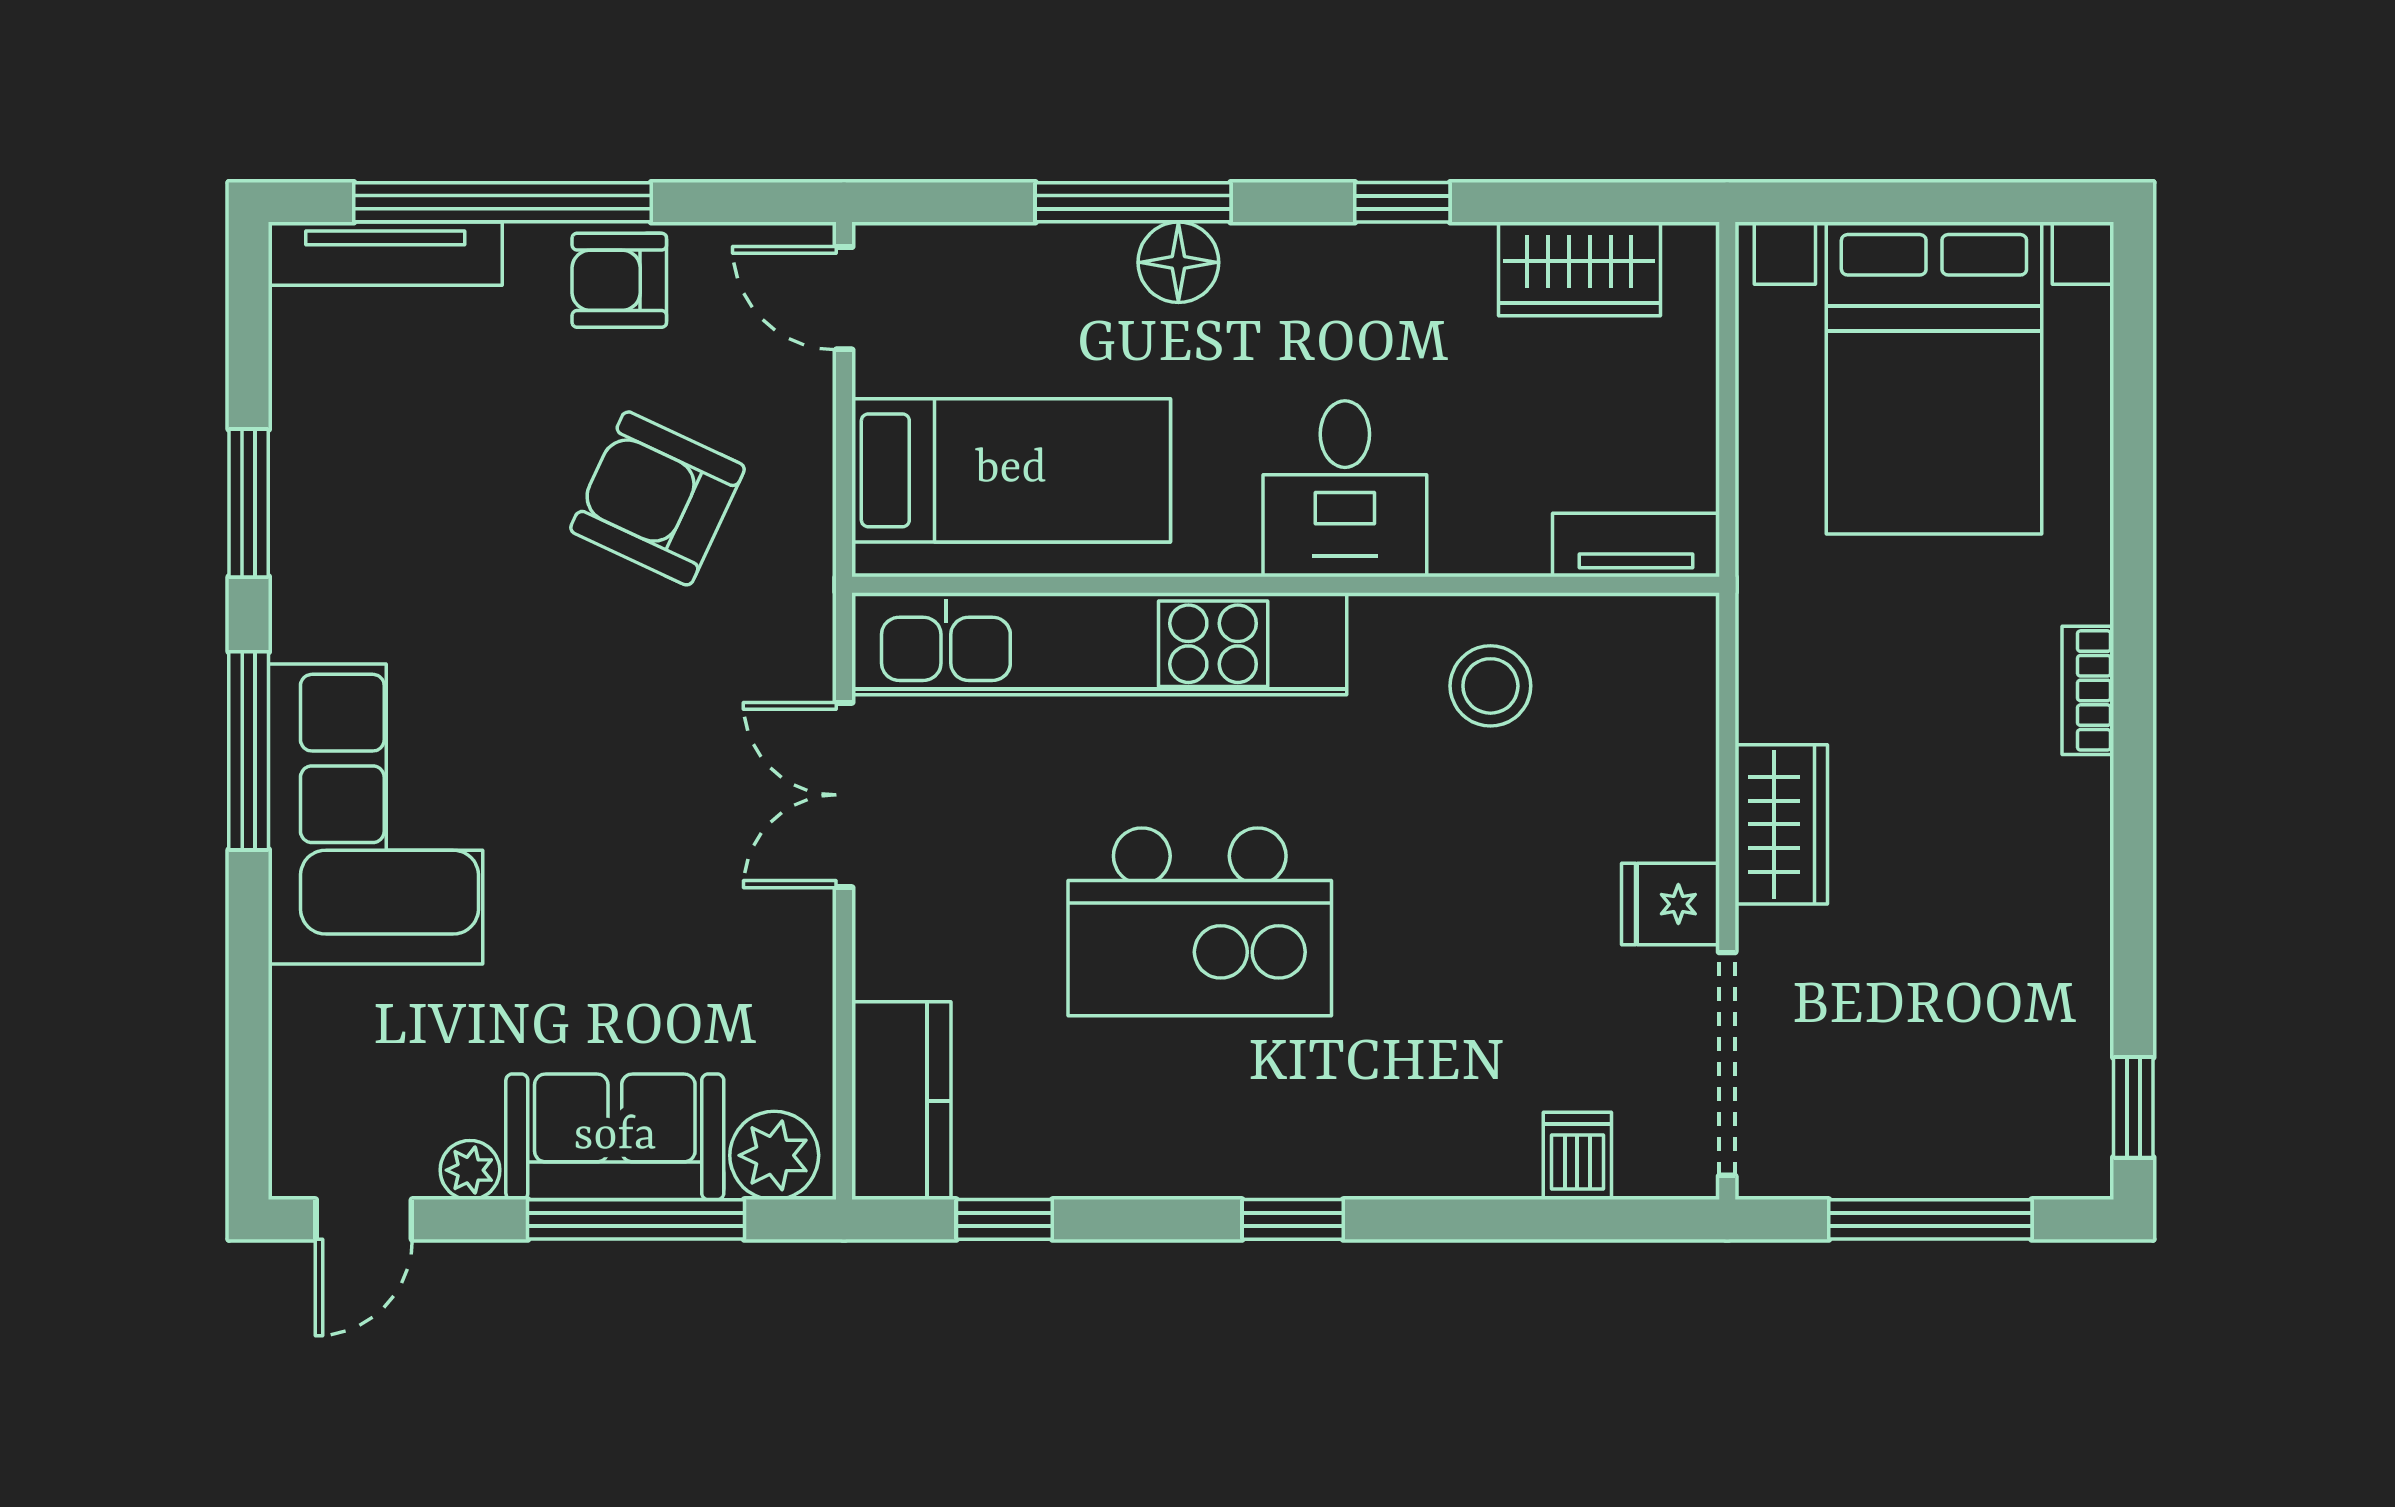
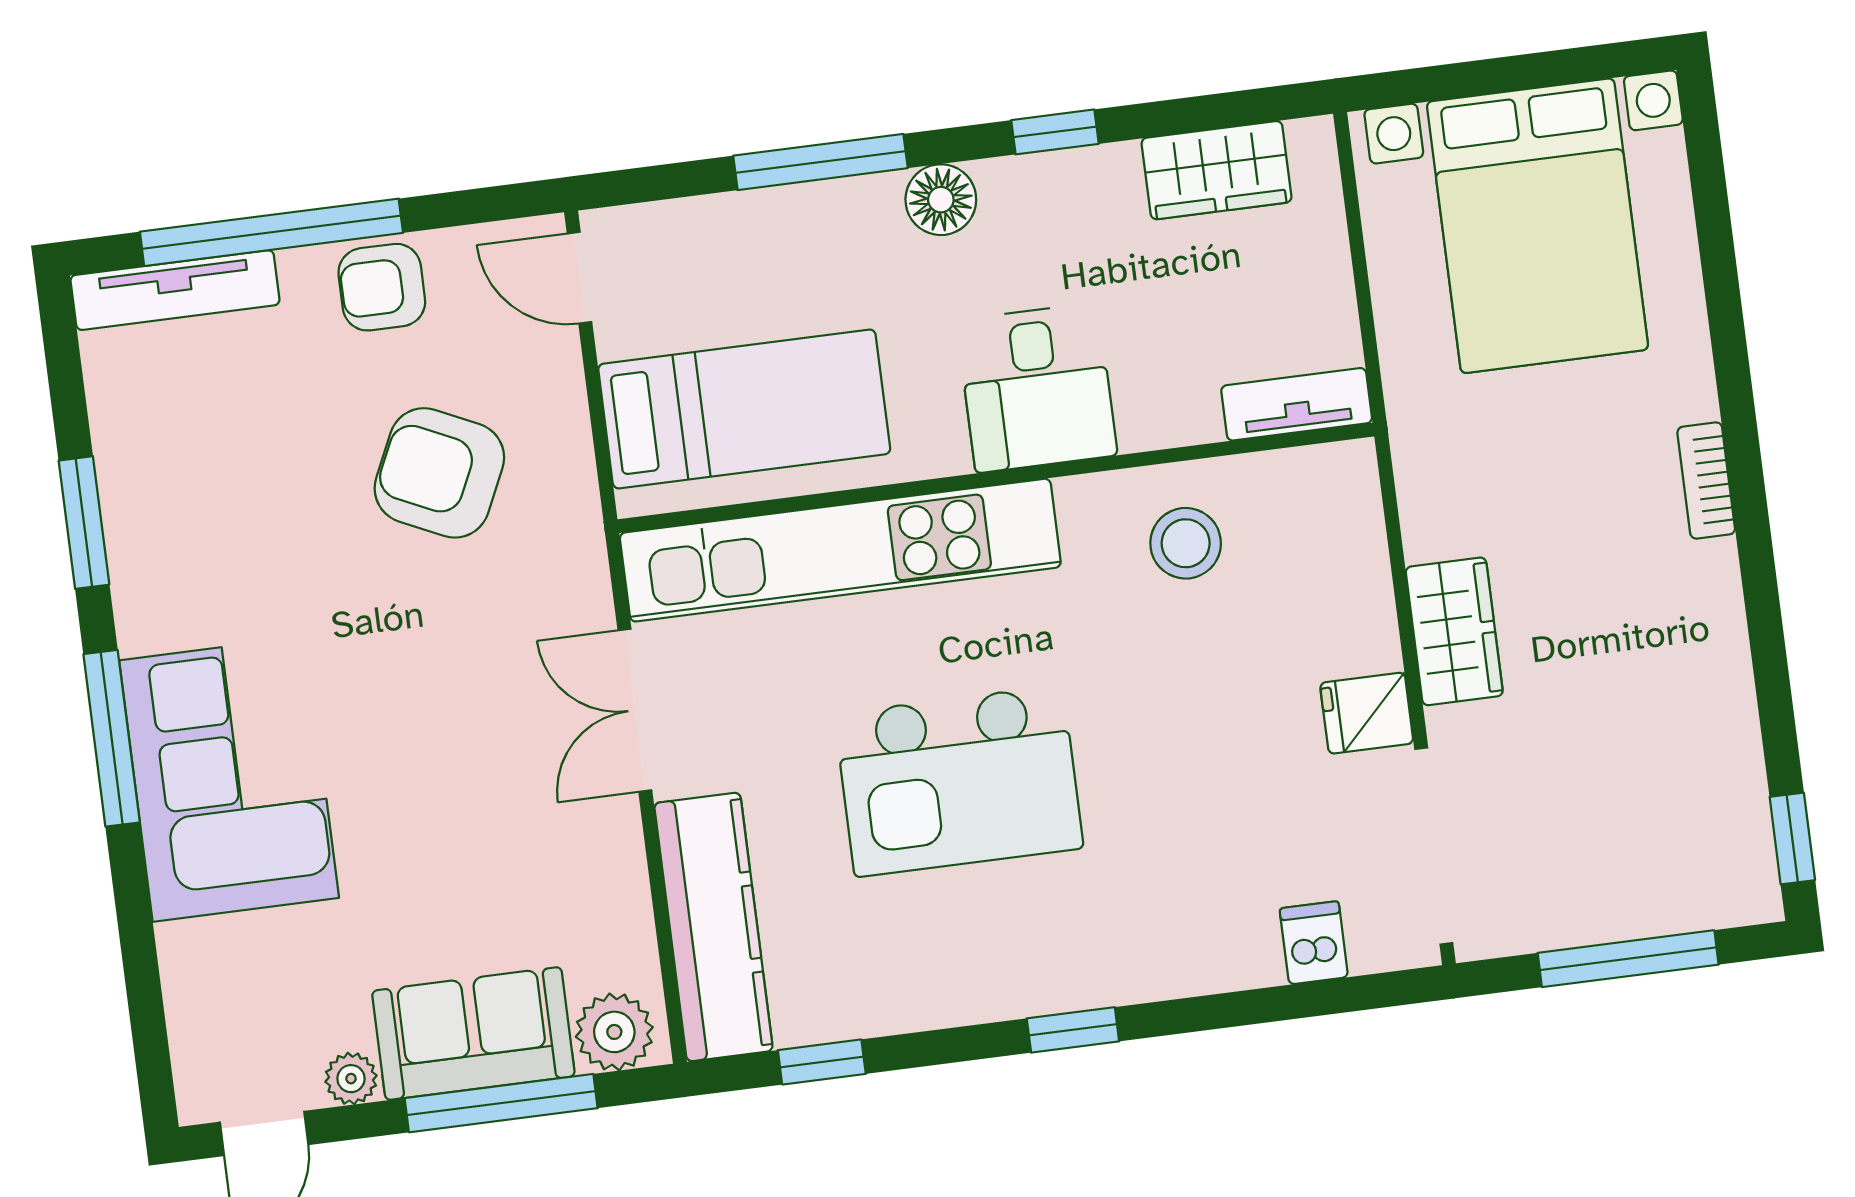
floor lamp: (1178, 262) -> (941, 200), moved
kitchen counter: (901, 1101) -> (713, 927), width x1.50

